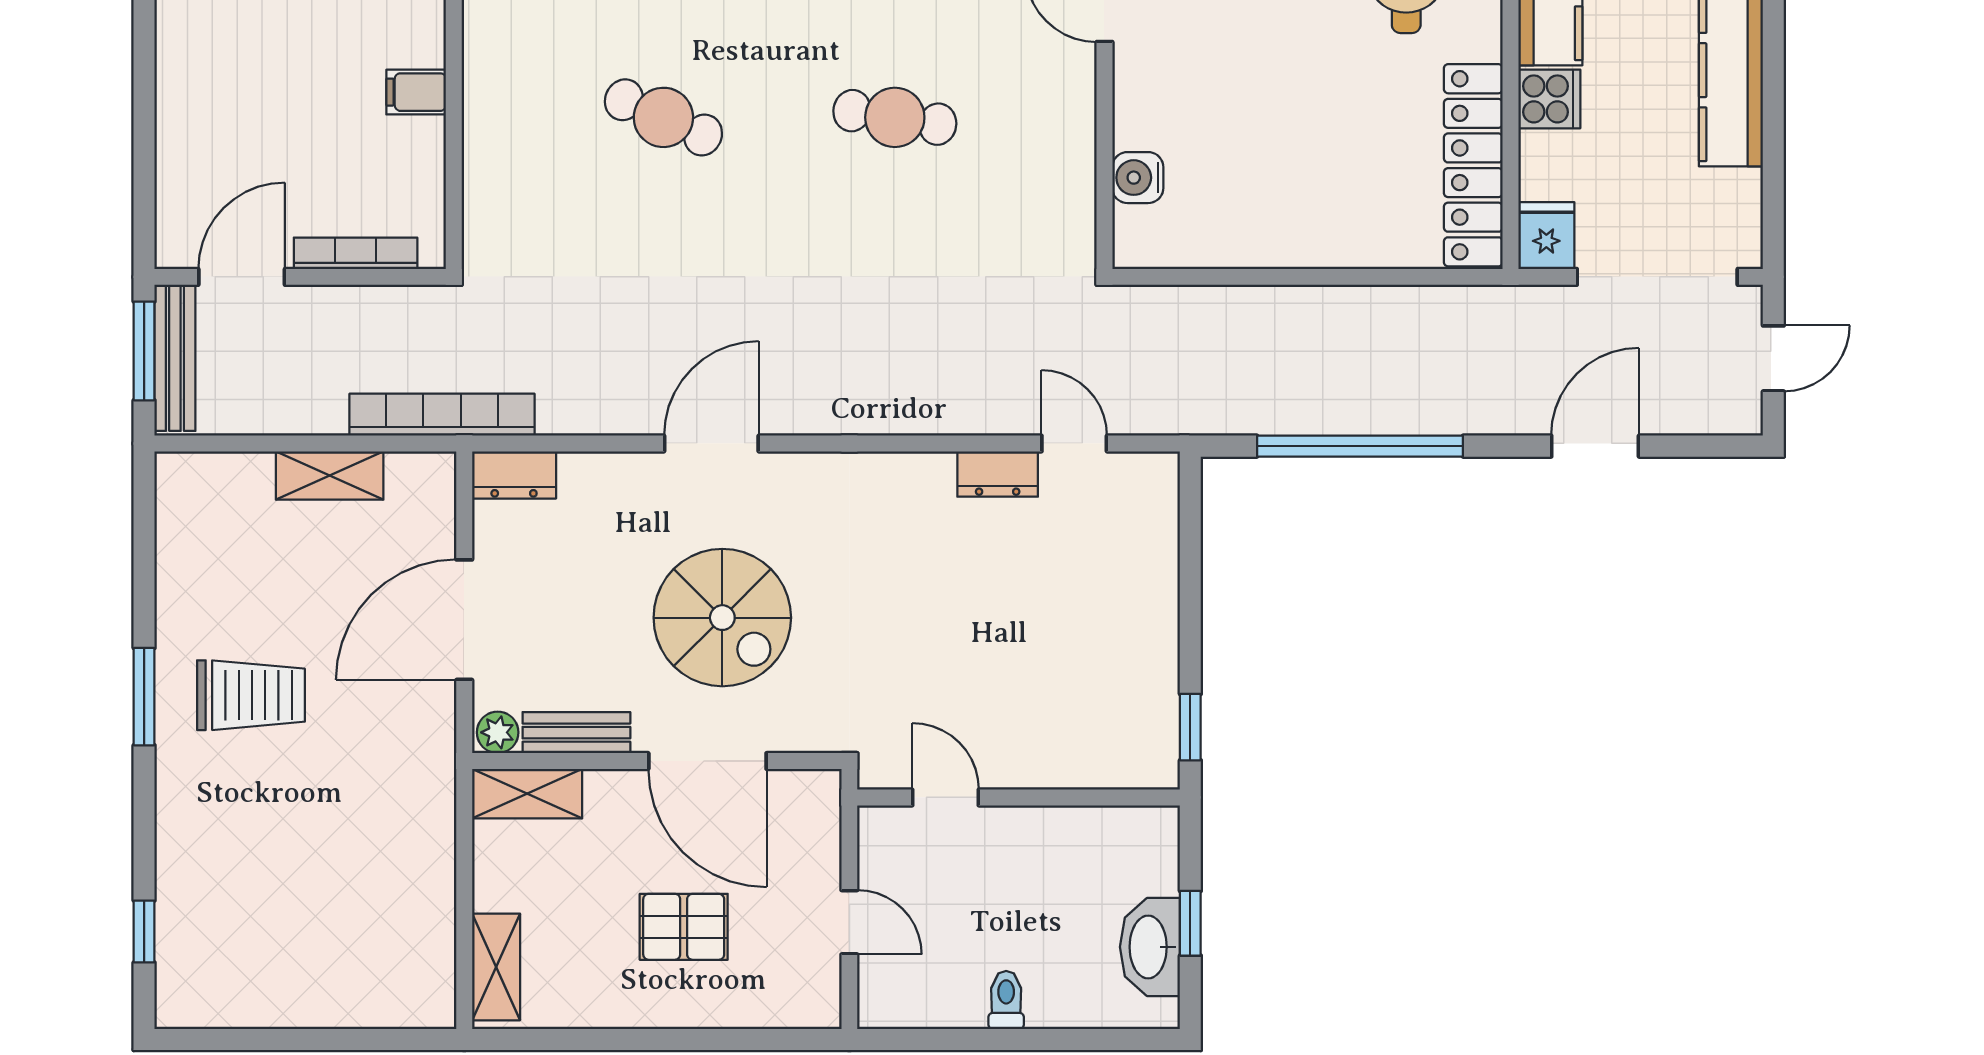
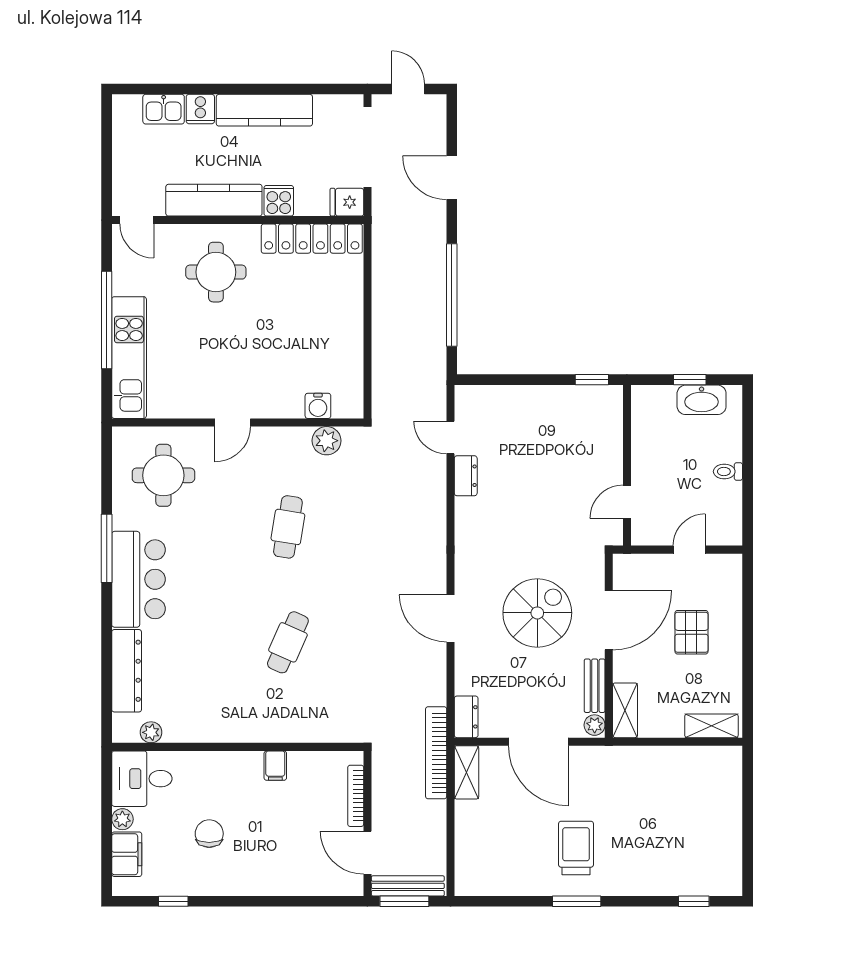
plant: (1068, 195) -> (327, 441), added
door: (1074, 443) -> (451, 438), hinge flipped
shelving: (330, 476) -> (466, 772), moved

